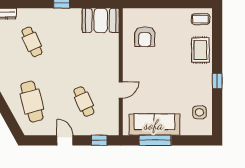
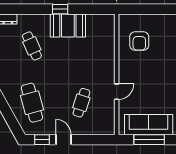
booth: (101, 20) -> (68, 26), moved
cafe table: (84, 102) -> (81, 103), turned 42
window: (99, 140) -> (42, 140), moved

